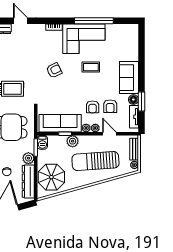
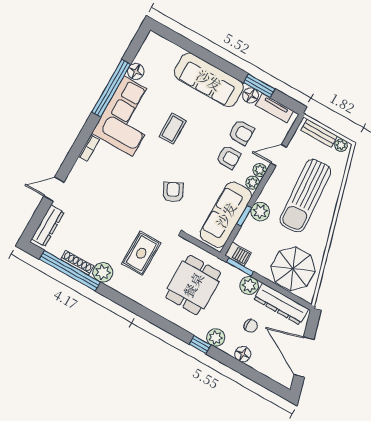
floor lamp: (111, 29) -> (136, 71), added
armchair: (54, 70) -> (173, 192), moved
sofa: (129, 78) -> (209, 80), width x1.36

